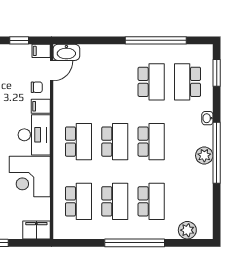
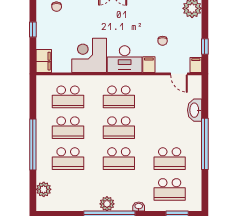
window: (156, 40) -> (205, 144), moved
washbasin: (66, 52) -> (195, 110), moved
school desk: (187, 82) -> (170, 189), turned 180
chair: (37, 87) -> (163, 41), moved

